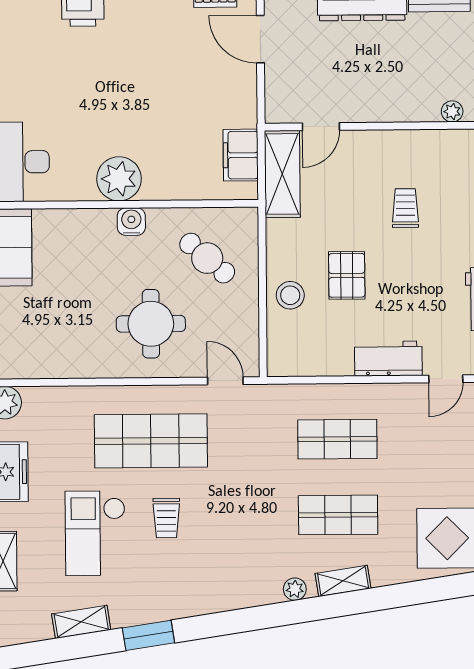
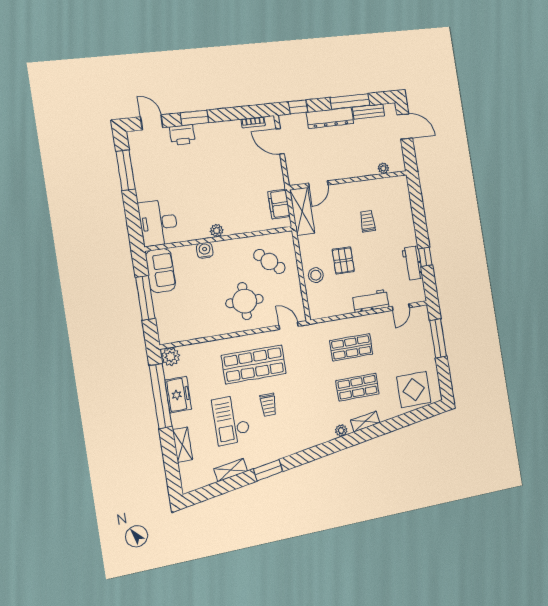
plant: (119, 179) -> (217, 231), width x0.53, depth x0.53
water cooler: (131, 222) -> (205, 250), moved

